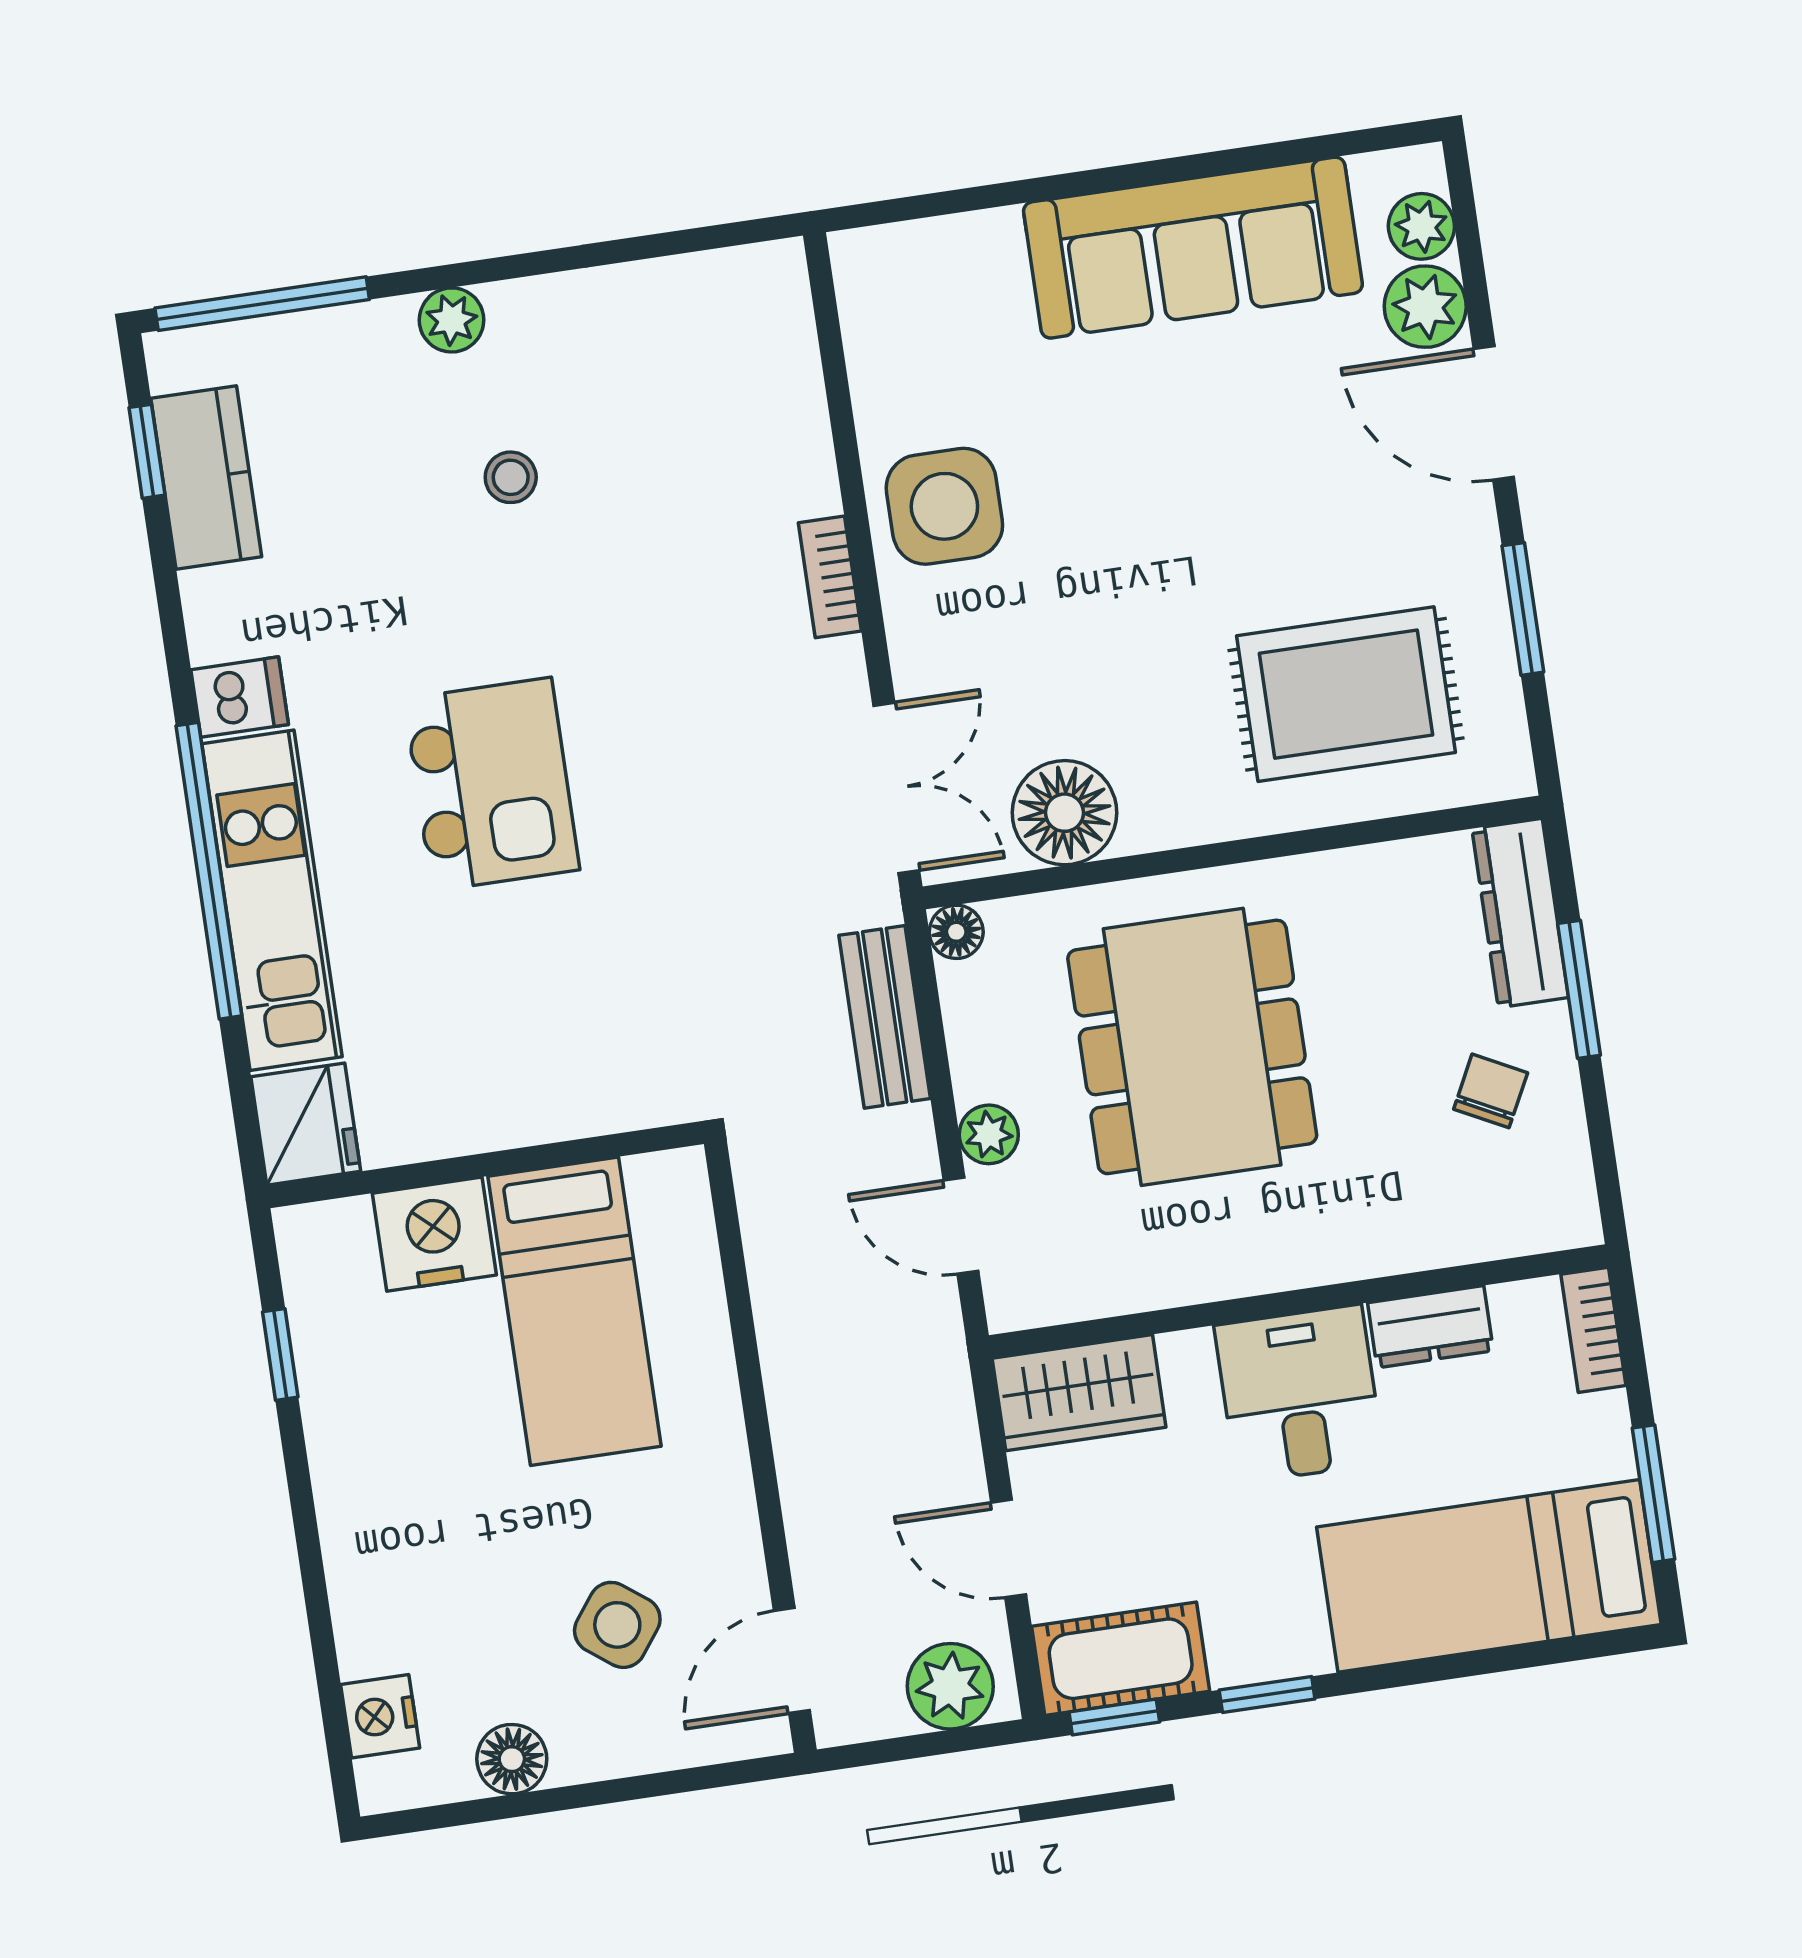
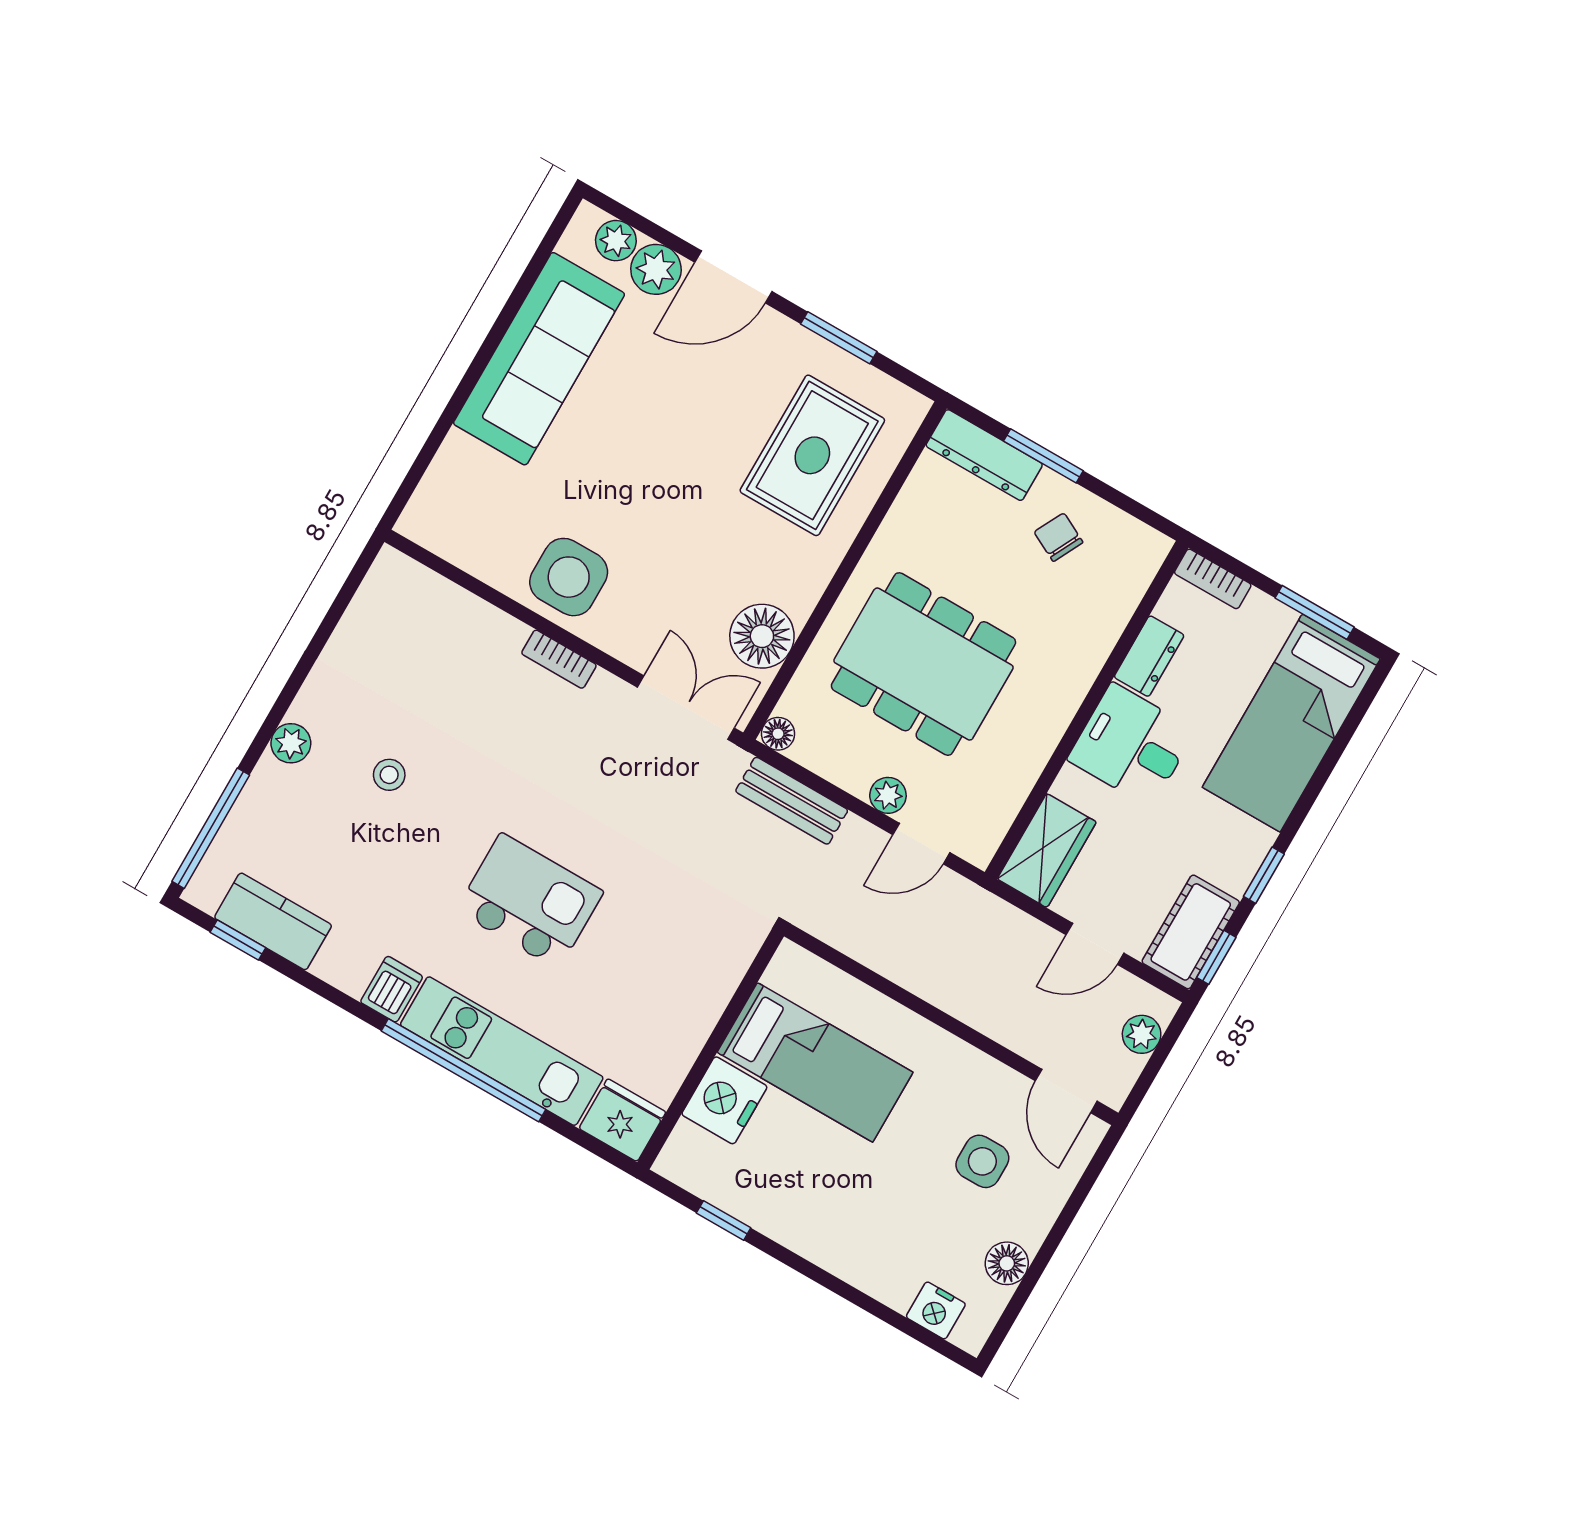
side table: (617, 1625) -> (982, 1161), turned -37
plant: (950, 1686) -> (1142, 1034), width x0.73, depth x0.73

